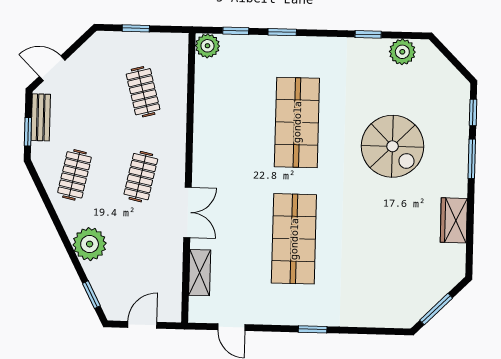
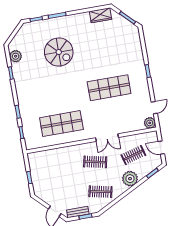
plant: (207, 46) -> (150, 123), moved
clothes rail: (143, 92) -> (133, 155), moved
shop shelf: (297, 122) -> (61, 124), moved
spiral stairs: (393, 146) -> (59, 52), turned 90
double door: (188, 212) -> (107, 138), swing flipped
wardrobe: (454, 220) -> (101, 15), moved
shelving: (200, 273) -> (133, 127), removed

